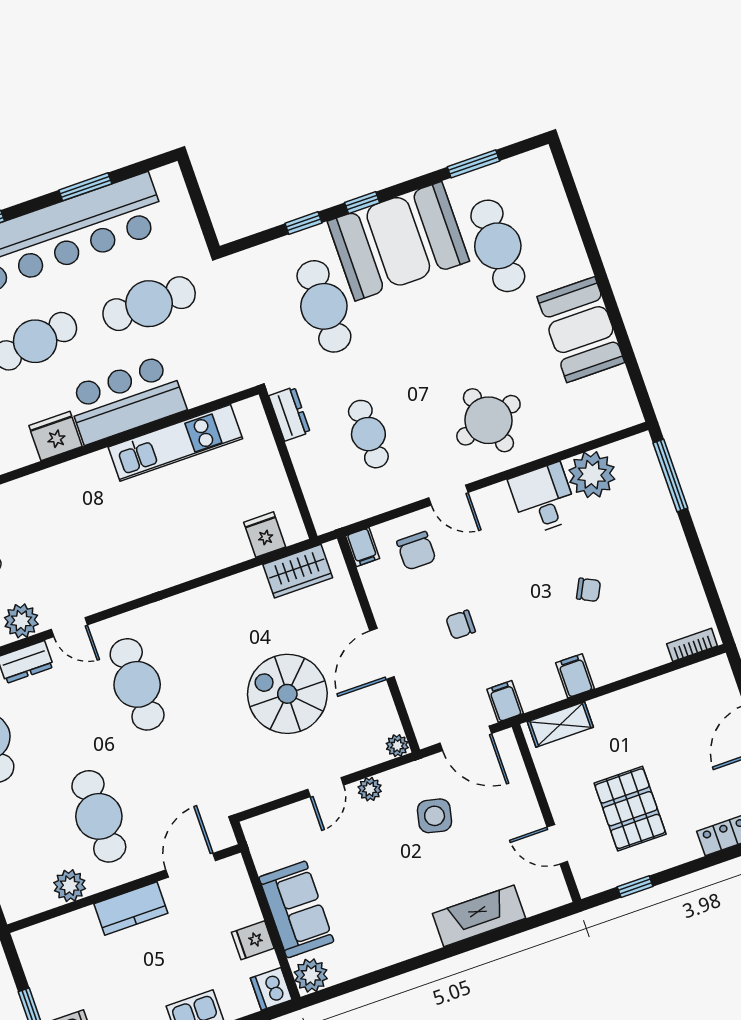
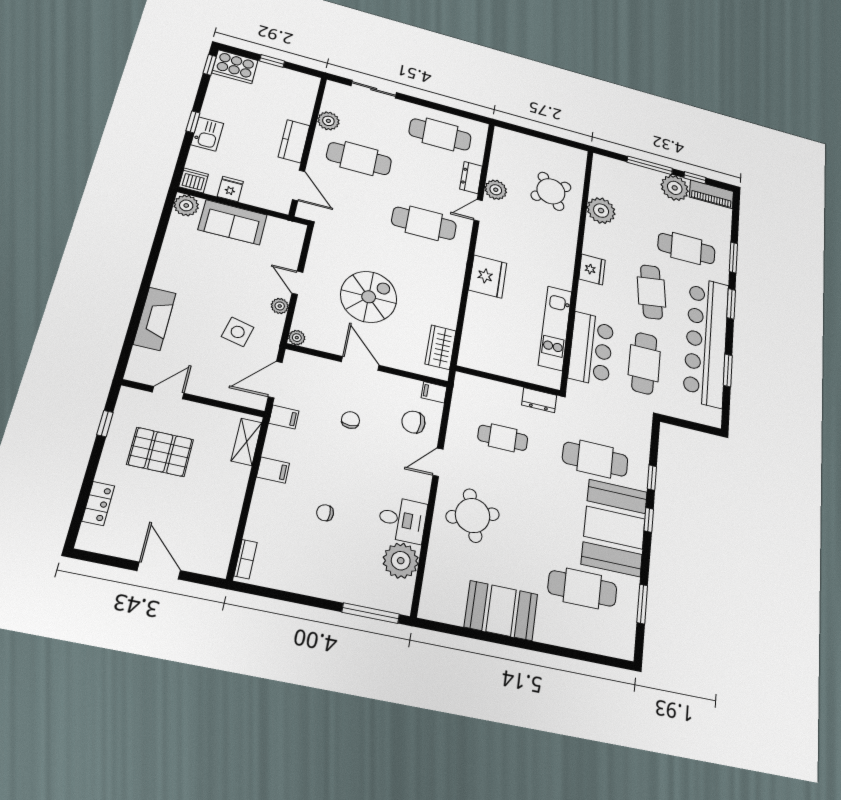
bar counter: (126, 399) -> (591, 349), moved
fridge: (265, 535) -> (488, 277), moved, width x1.88, depth x1.34
chair: (589, 590) -> (325, 513), turned 63

